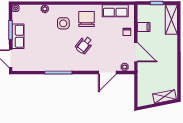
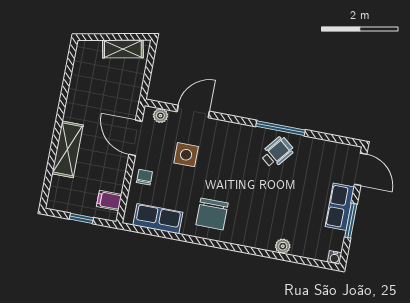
shelving: (171, 19) -> (68, 149), moved
side table: (63, 23) -> (186, 155), moved
filing cabinet: (144, 27) -> (109, 201), moved
wheelchair: (84, 45) -> (277, 152), moved
shelving: (164, 97) -> (123, 49), moved

